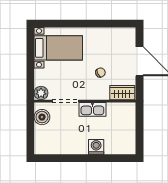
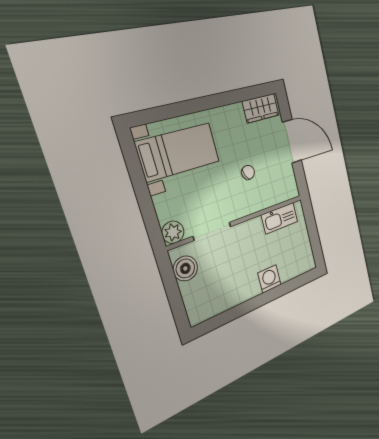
wardrobe: (122, 93) -> (261, 108), moved, turned 180
kitchen sink: (92, 109) -> (280, 218), moved

